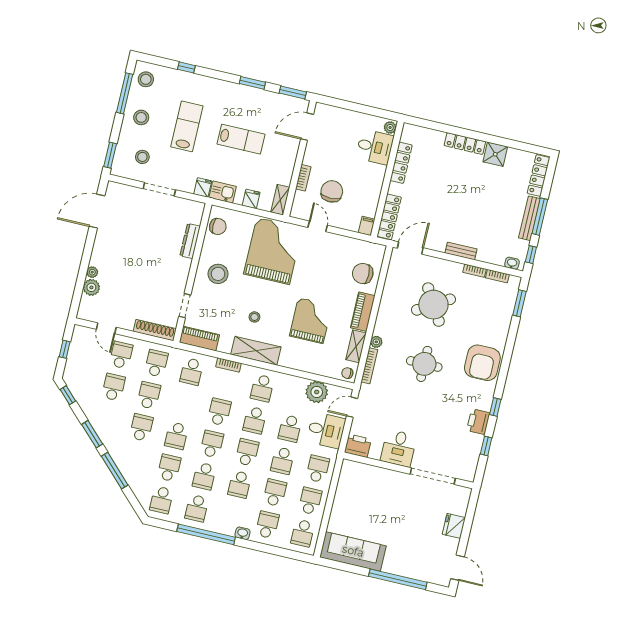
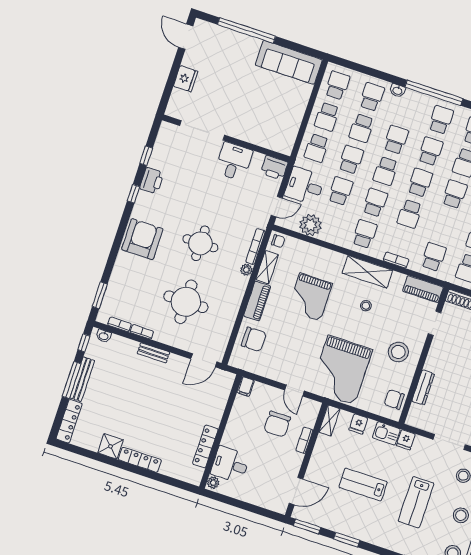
locker: (389, 217) -> (222, 394), removed
round table: (433, 305) -> (186, 302), turned 31
school desk: (212, 444) -> (420, 183), turned 180
school desk: (267, 525) -> (372, 97), turned 180

